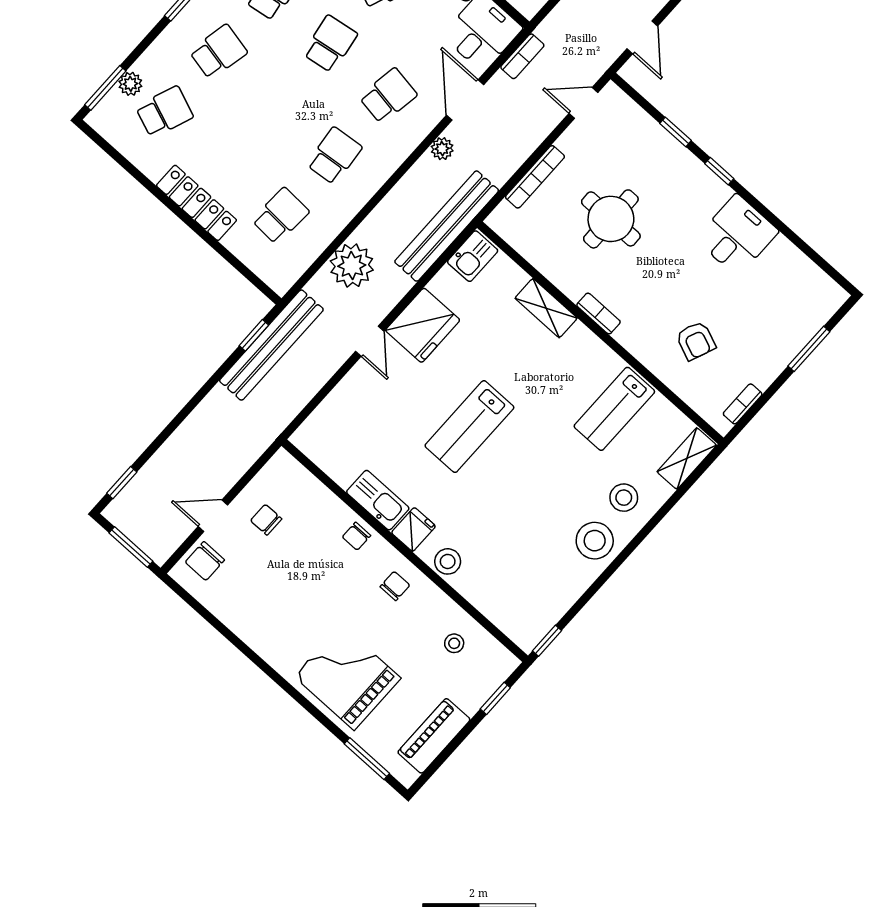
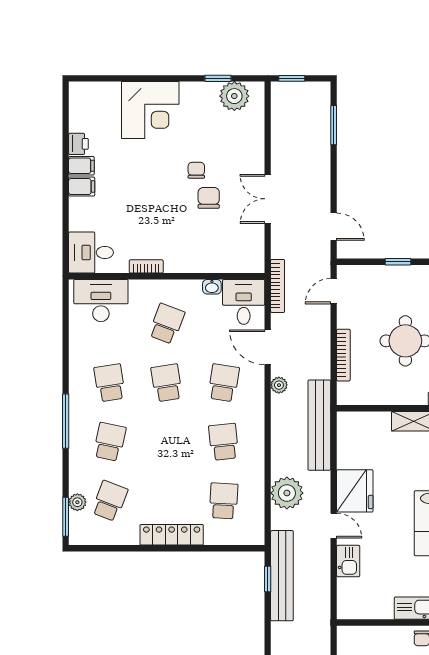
bookcase: (522, 56) -> (278, 286), width x1.56
kitchen sink: (473, 256) -> (348, 561), moved

